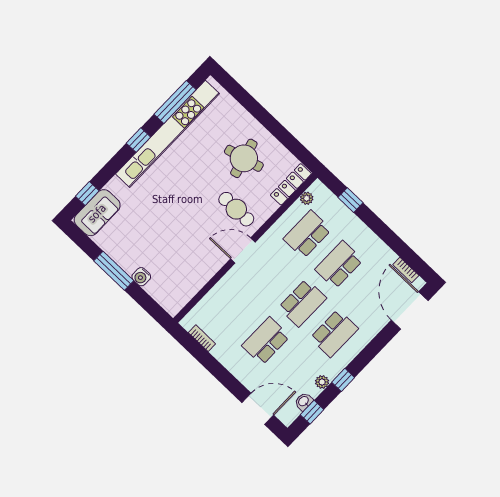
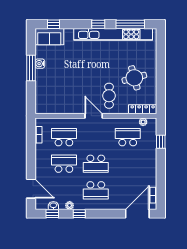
school desk: (339, 265) -> (64, 137), moved
water cooler: (141, 277) -> (40, 64), moved

